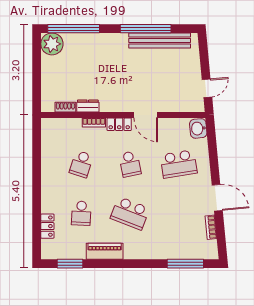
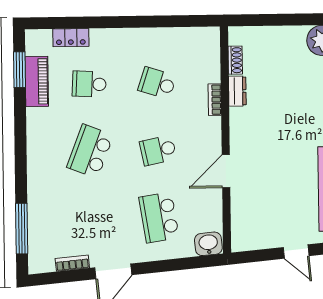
door: (207, 88) -> (296, 252), moved
locker: (119, 124) -> (213, 135), removed
piano: (105, 251) -> (37, 81), moved

